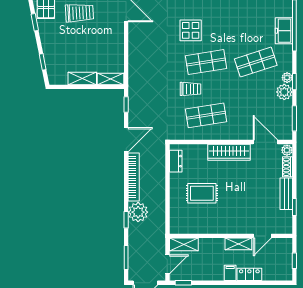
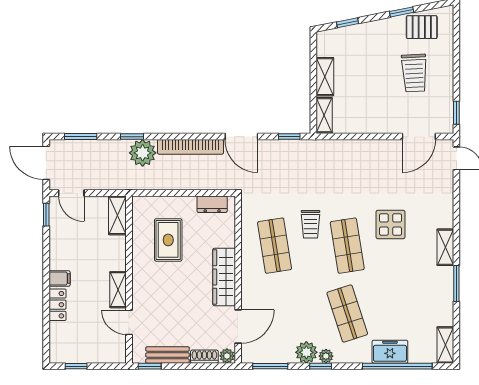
wall: (231, 236) -> (129, 280), moved
door: (262, 236) -> (129, 322), moved
shelving: (184, 244) -> (117, 215), moved
shelving: (238, 244) -> (118, 290), moved

